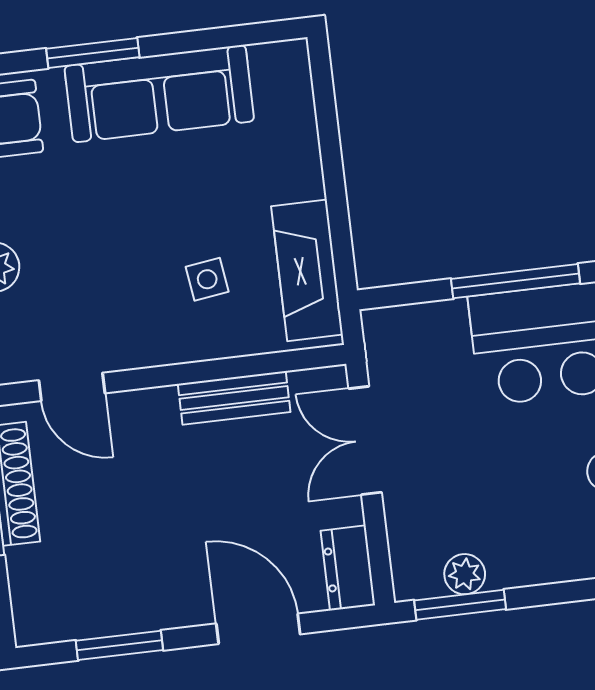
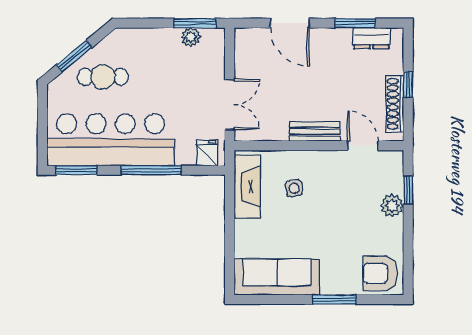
sofa: (159, 94) -> (277, 277), moved
fridge: (401, 332) -> (207, 153), added
bench: (234, 398) -> (315, 132), moved
dresser: (348, 568) -> (371, 38), moved, turned 90

